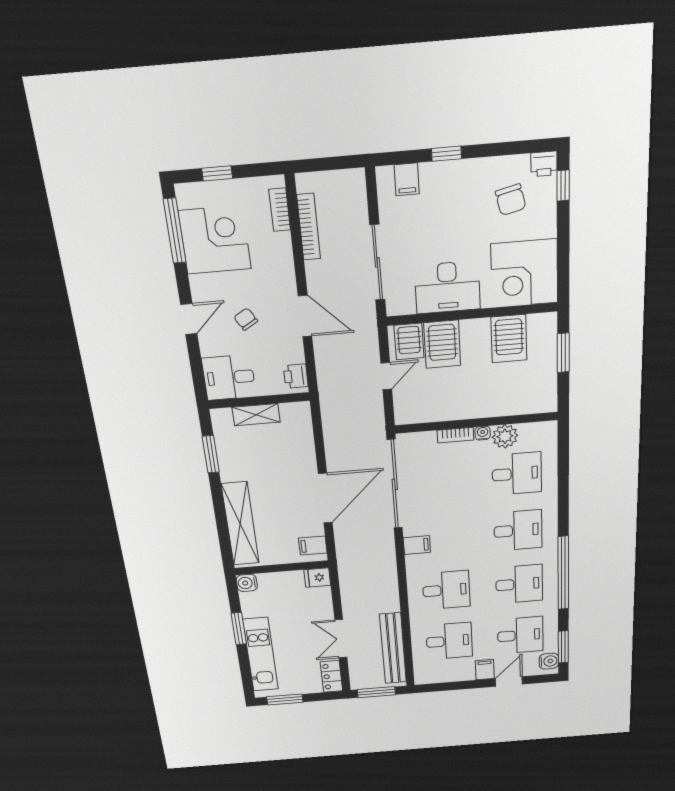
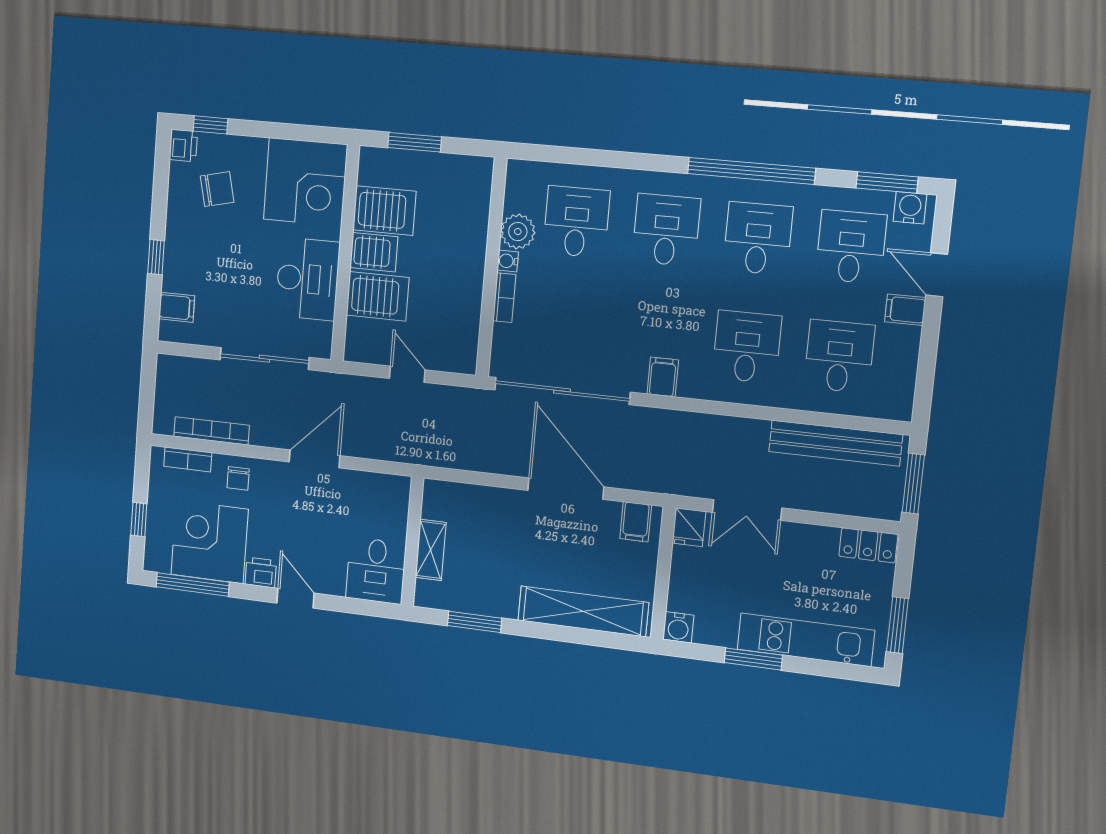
chair: (246, 319) -> (238, 478), moved, turned -59
server rack: (409, 342) -> (374, 252), moved
printer: (296, 376) -> (261, 572), moved, turned 180
double door: (341, 639) -> (747, 510), moved

